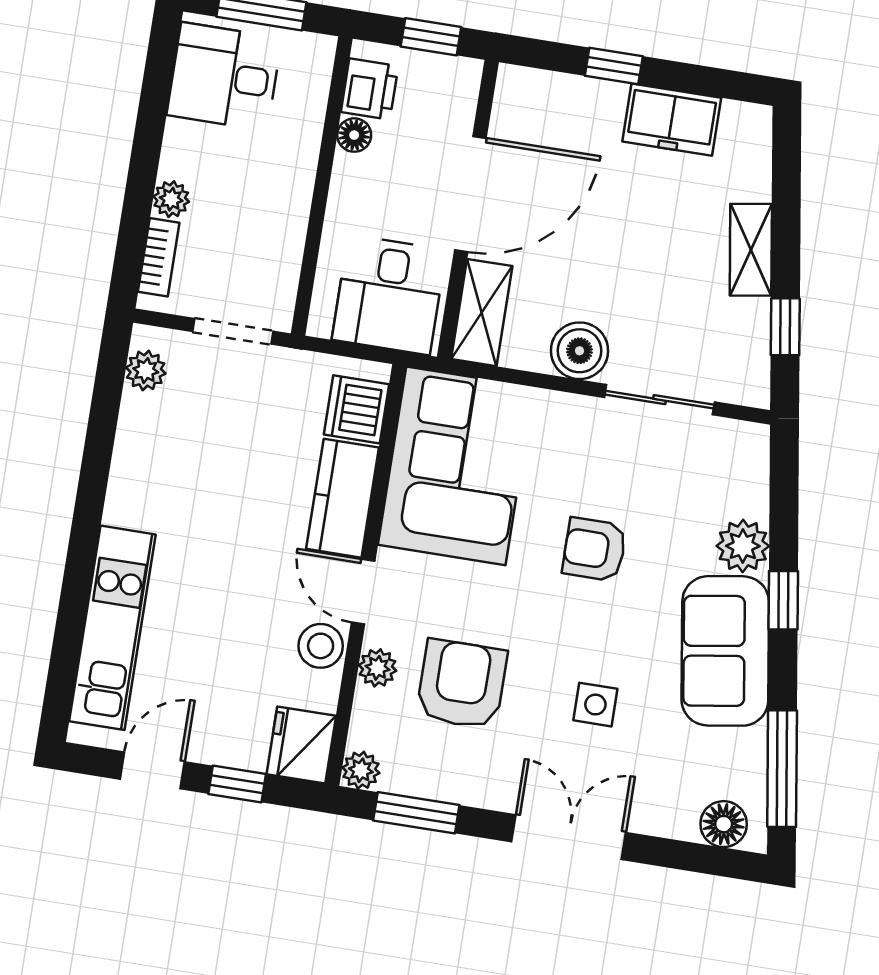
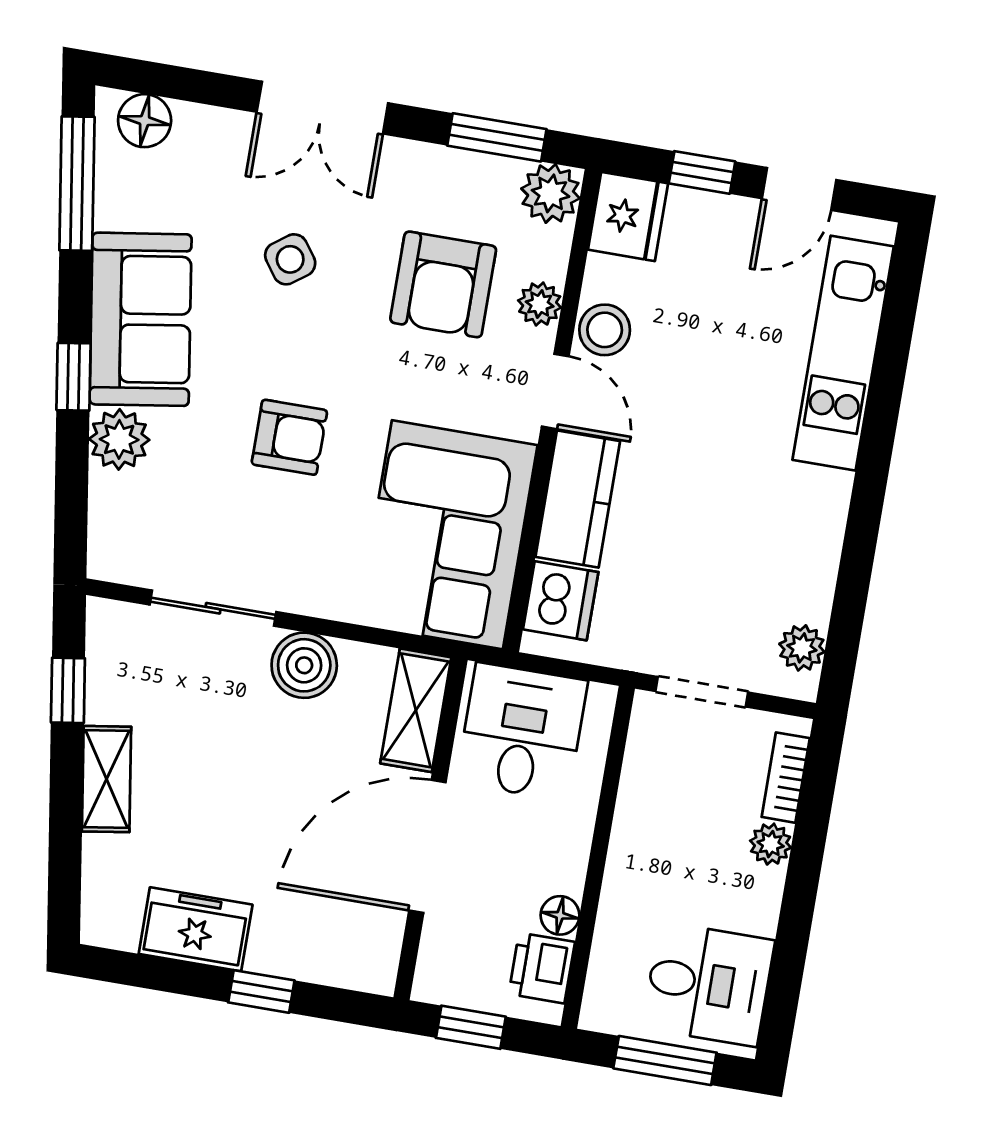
side table: (595, 705) -> (290, 259), turned -36
plant: (361, 770) -> (551, 193), width x1.38, depth x1.38

